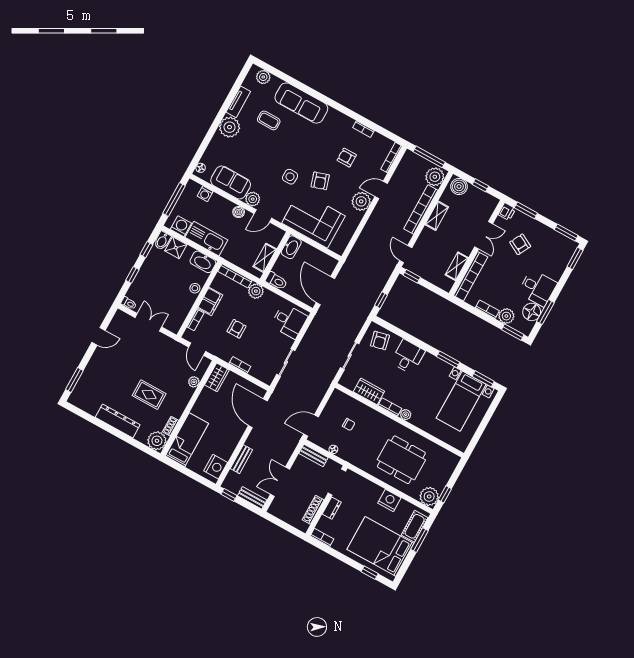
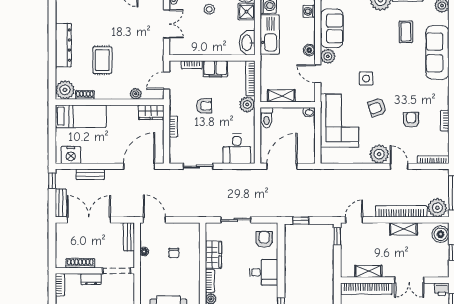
washbasin: (291, 247) -> (309, 112), width x0.52, depth x0.69
stool: (195, 288) -> (209, 9), moved
armchair: (380, 341) -> (264, 239), turned 103
double door: (280, 482) -> (89, 220), width x1.37

